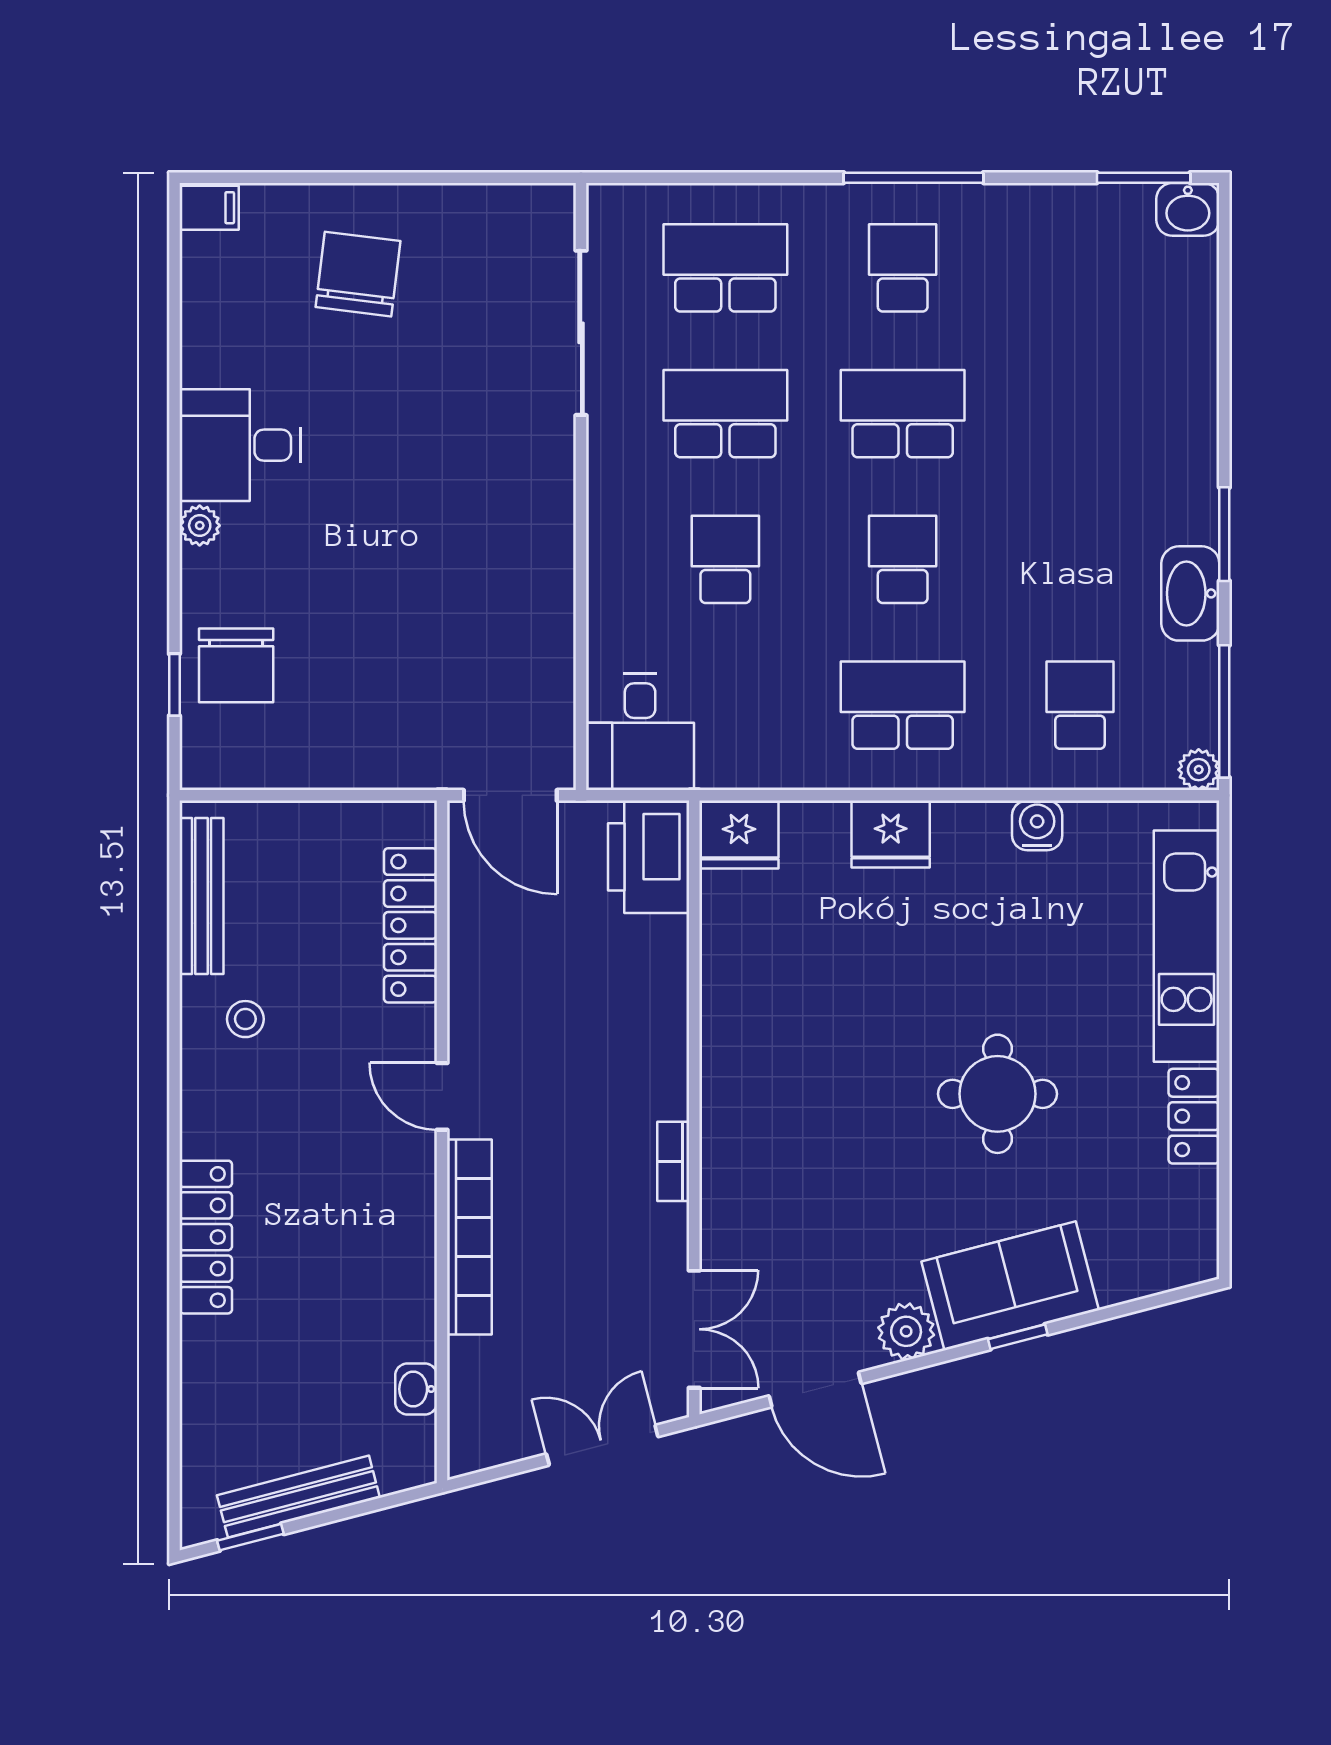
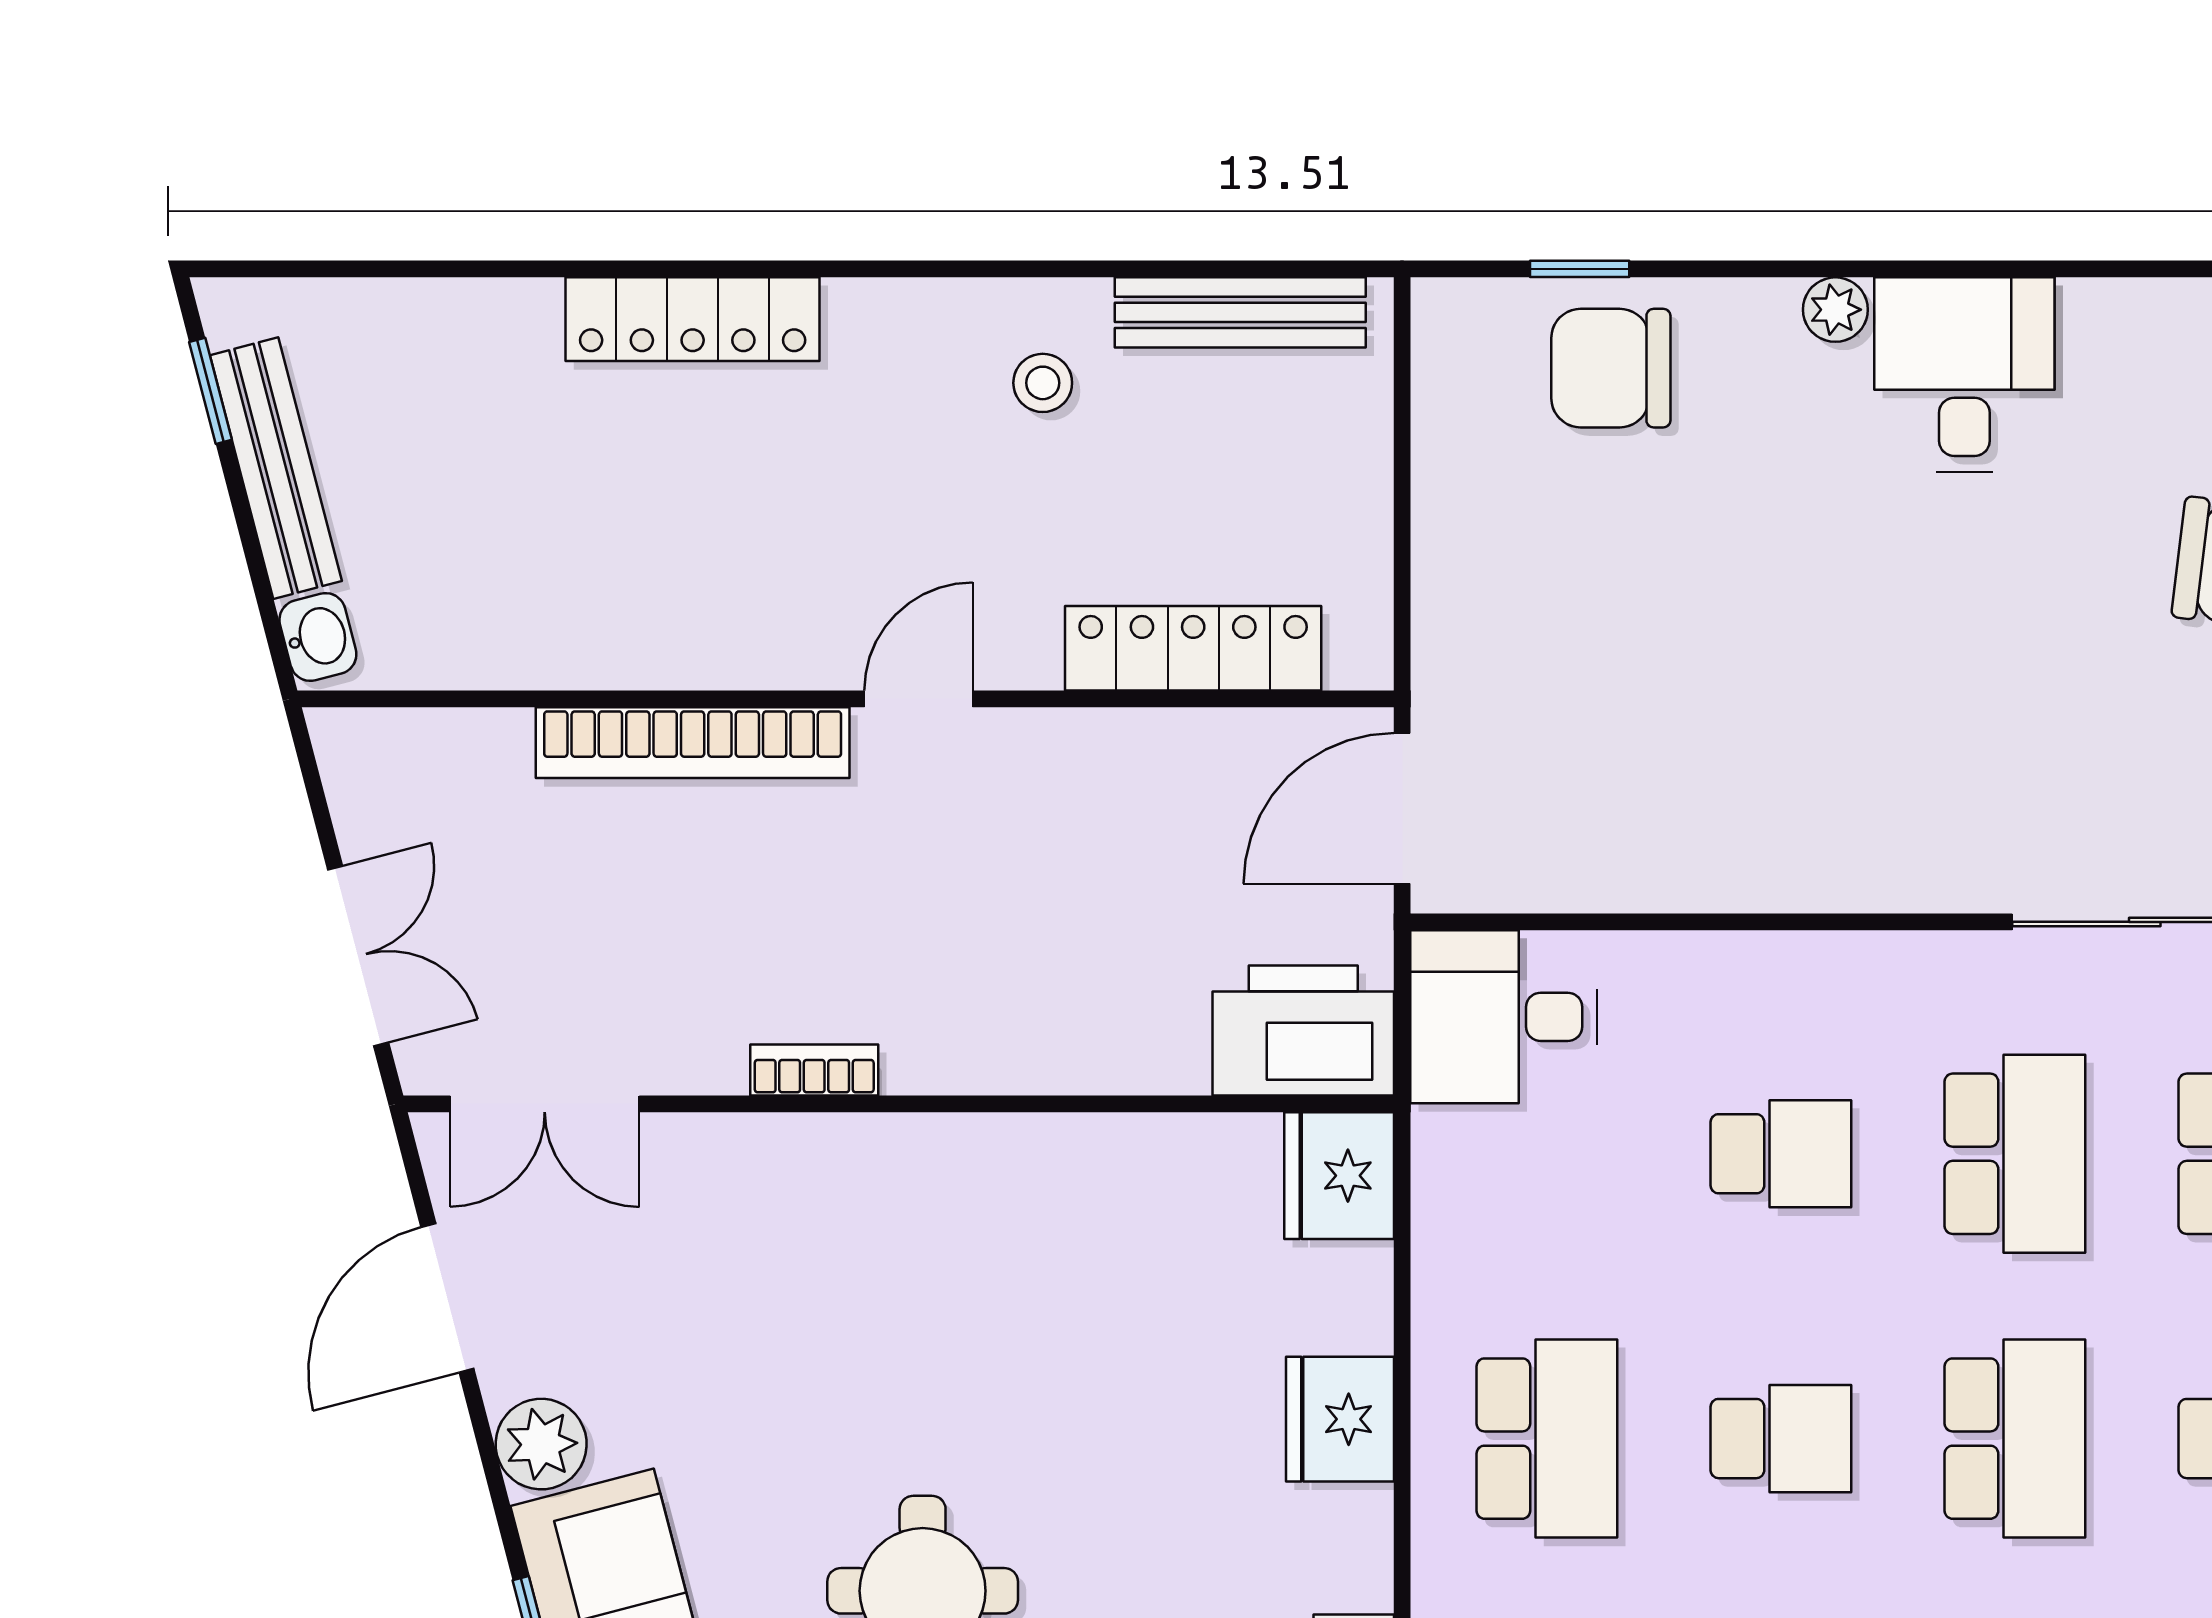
washbasin: (416, 1389) -> (318, 637), moved, turned 75

